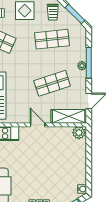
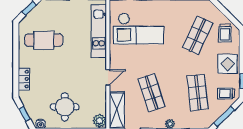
round table: (66, 166) -> (65, 107), added

